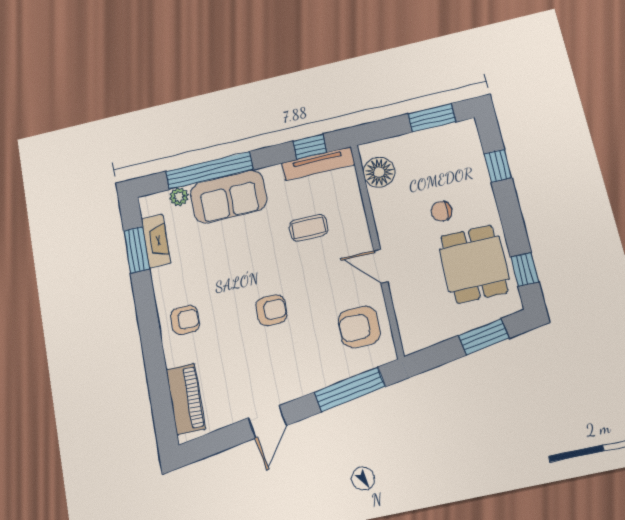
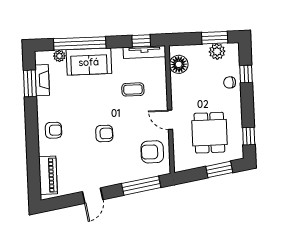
plant: (440, 139) -> (217, 51), added
chair: (441, 211) -> (230, 82), moved
dining table: (474, 264) -> (209, 133), moved

